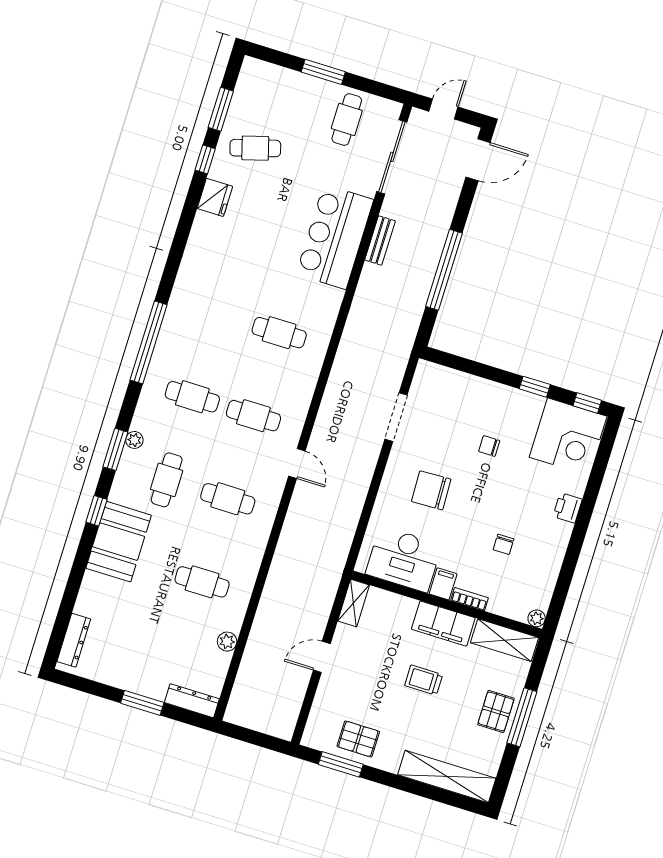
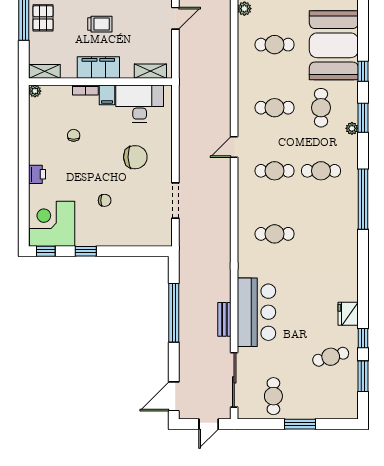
door: (297, 463) -> (234, 147), hinge flipped
booth: (119, 542) -> (334, 45), width x1.36, depth x1.42
shelving: (354, 603) -> (150, 71), moved, turned 90
shelving: (505, 640) -> (45, 71), width x0.67, depth x0.75

